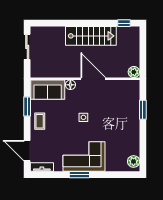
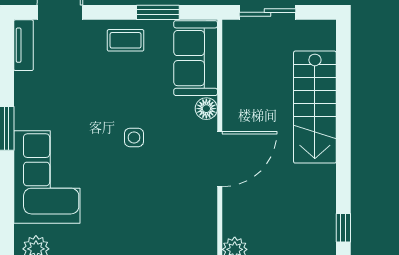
stairs: (91, 36) -> (315, 107), moved
sliding door: (27, 47) -> (267, 12), moved
corner sofa: (84, 157) -> (47, 177), moved

